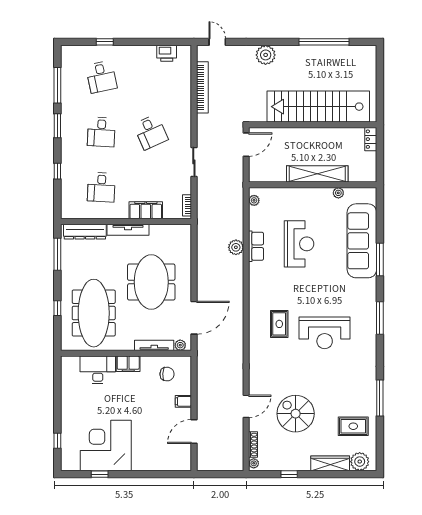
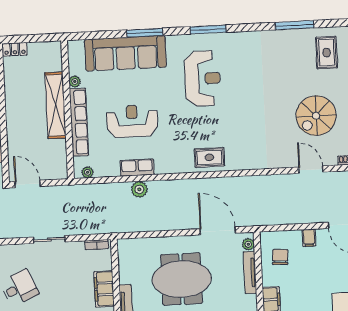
row of seats: (301, 195) -> (79, 122), added
rug: (279, 324) -> (209, 157), moved
reception desk: (325, 333) -> (203, 78), moved

